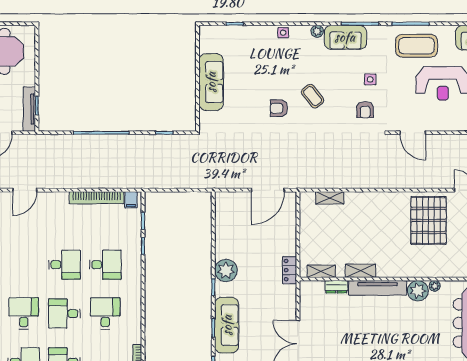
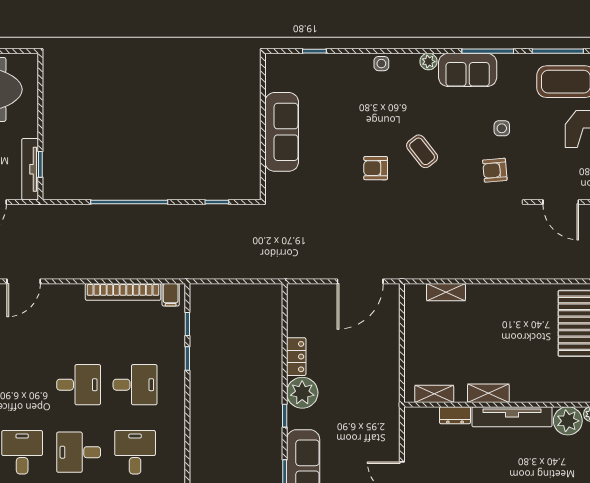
armchair: (365, 110) -> (495, 170), turned 85
locker: (290, 270) -> (296, 357), moved, turned 180

